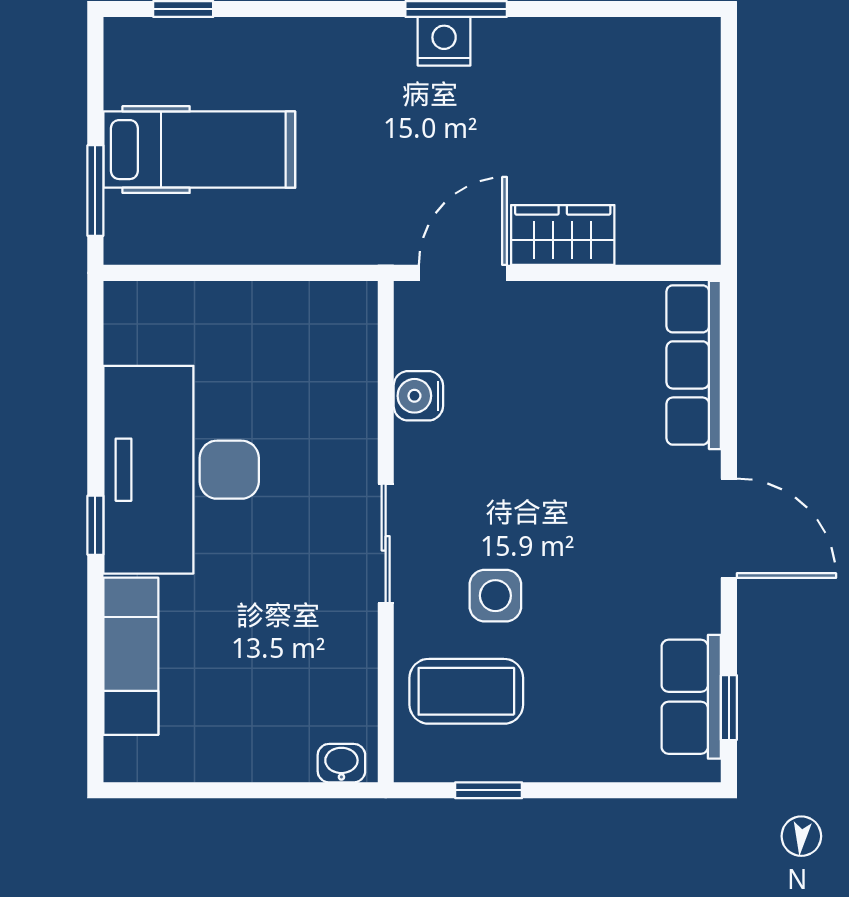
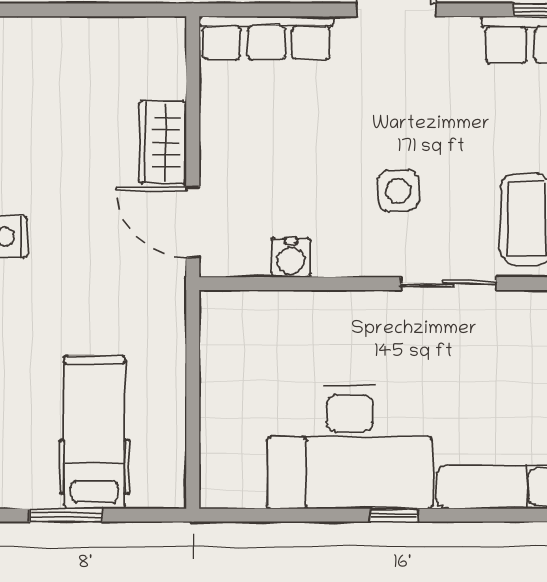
window: (95, 191) -> (66, 515), moved
sliding door: (386, 543) -> (448, 284), moved
side table: (495, 596) -> (398, 191), moved

